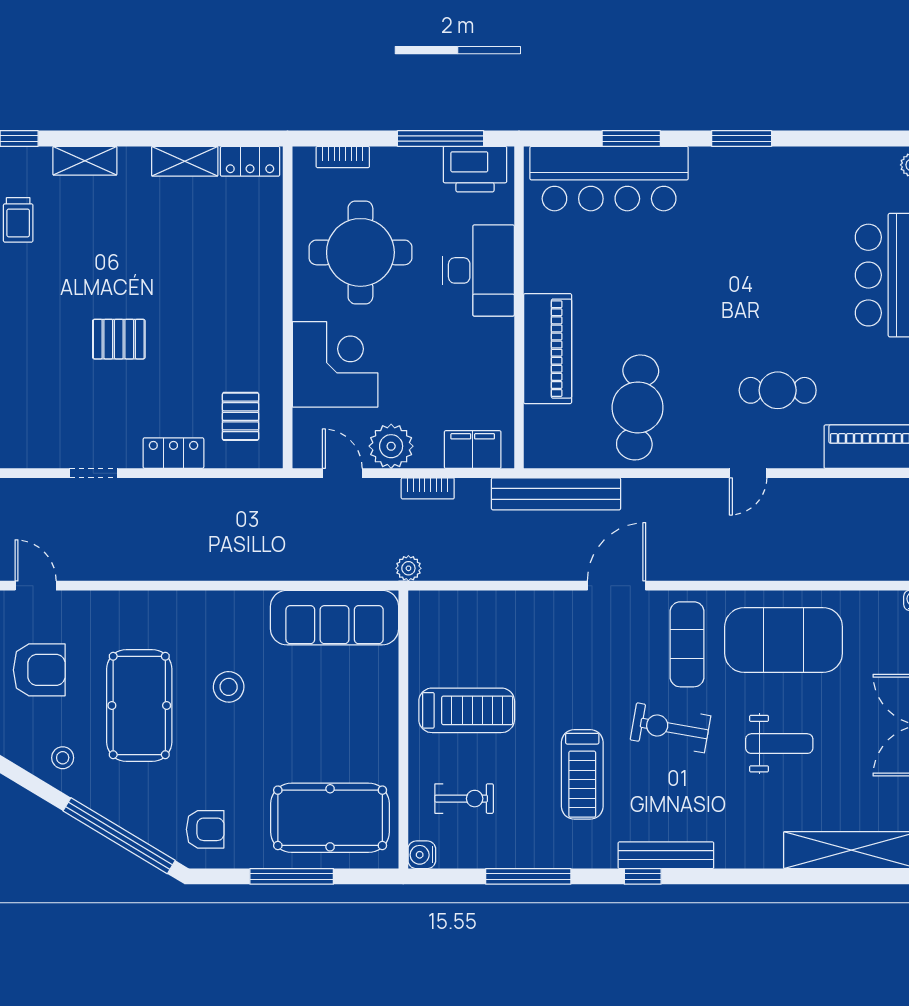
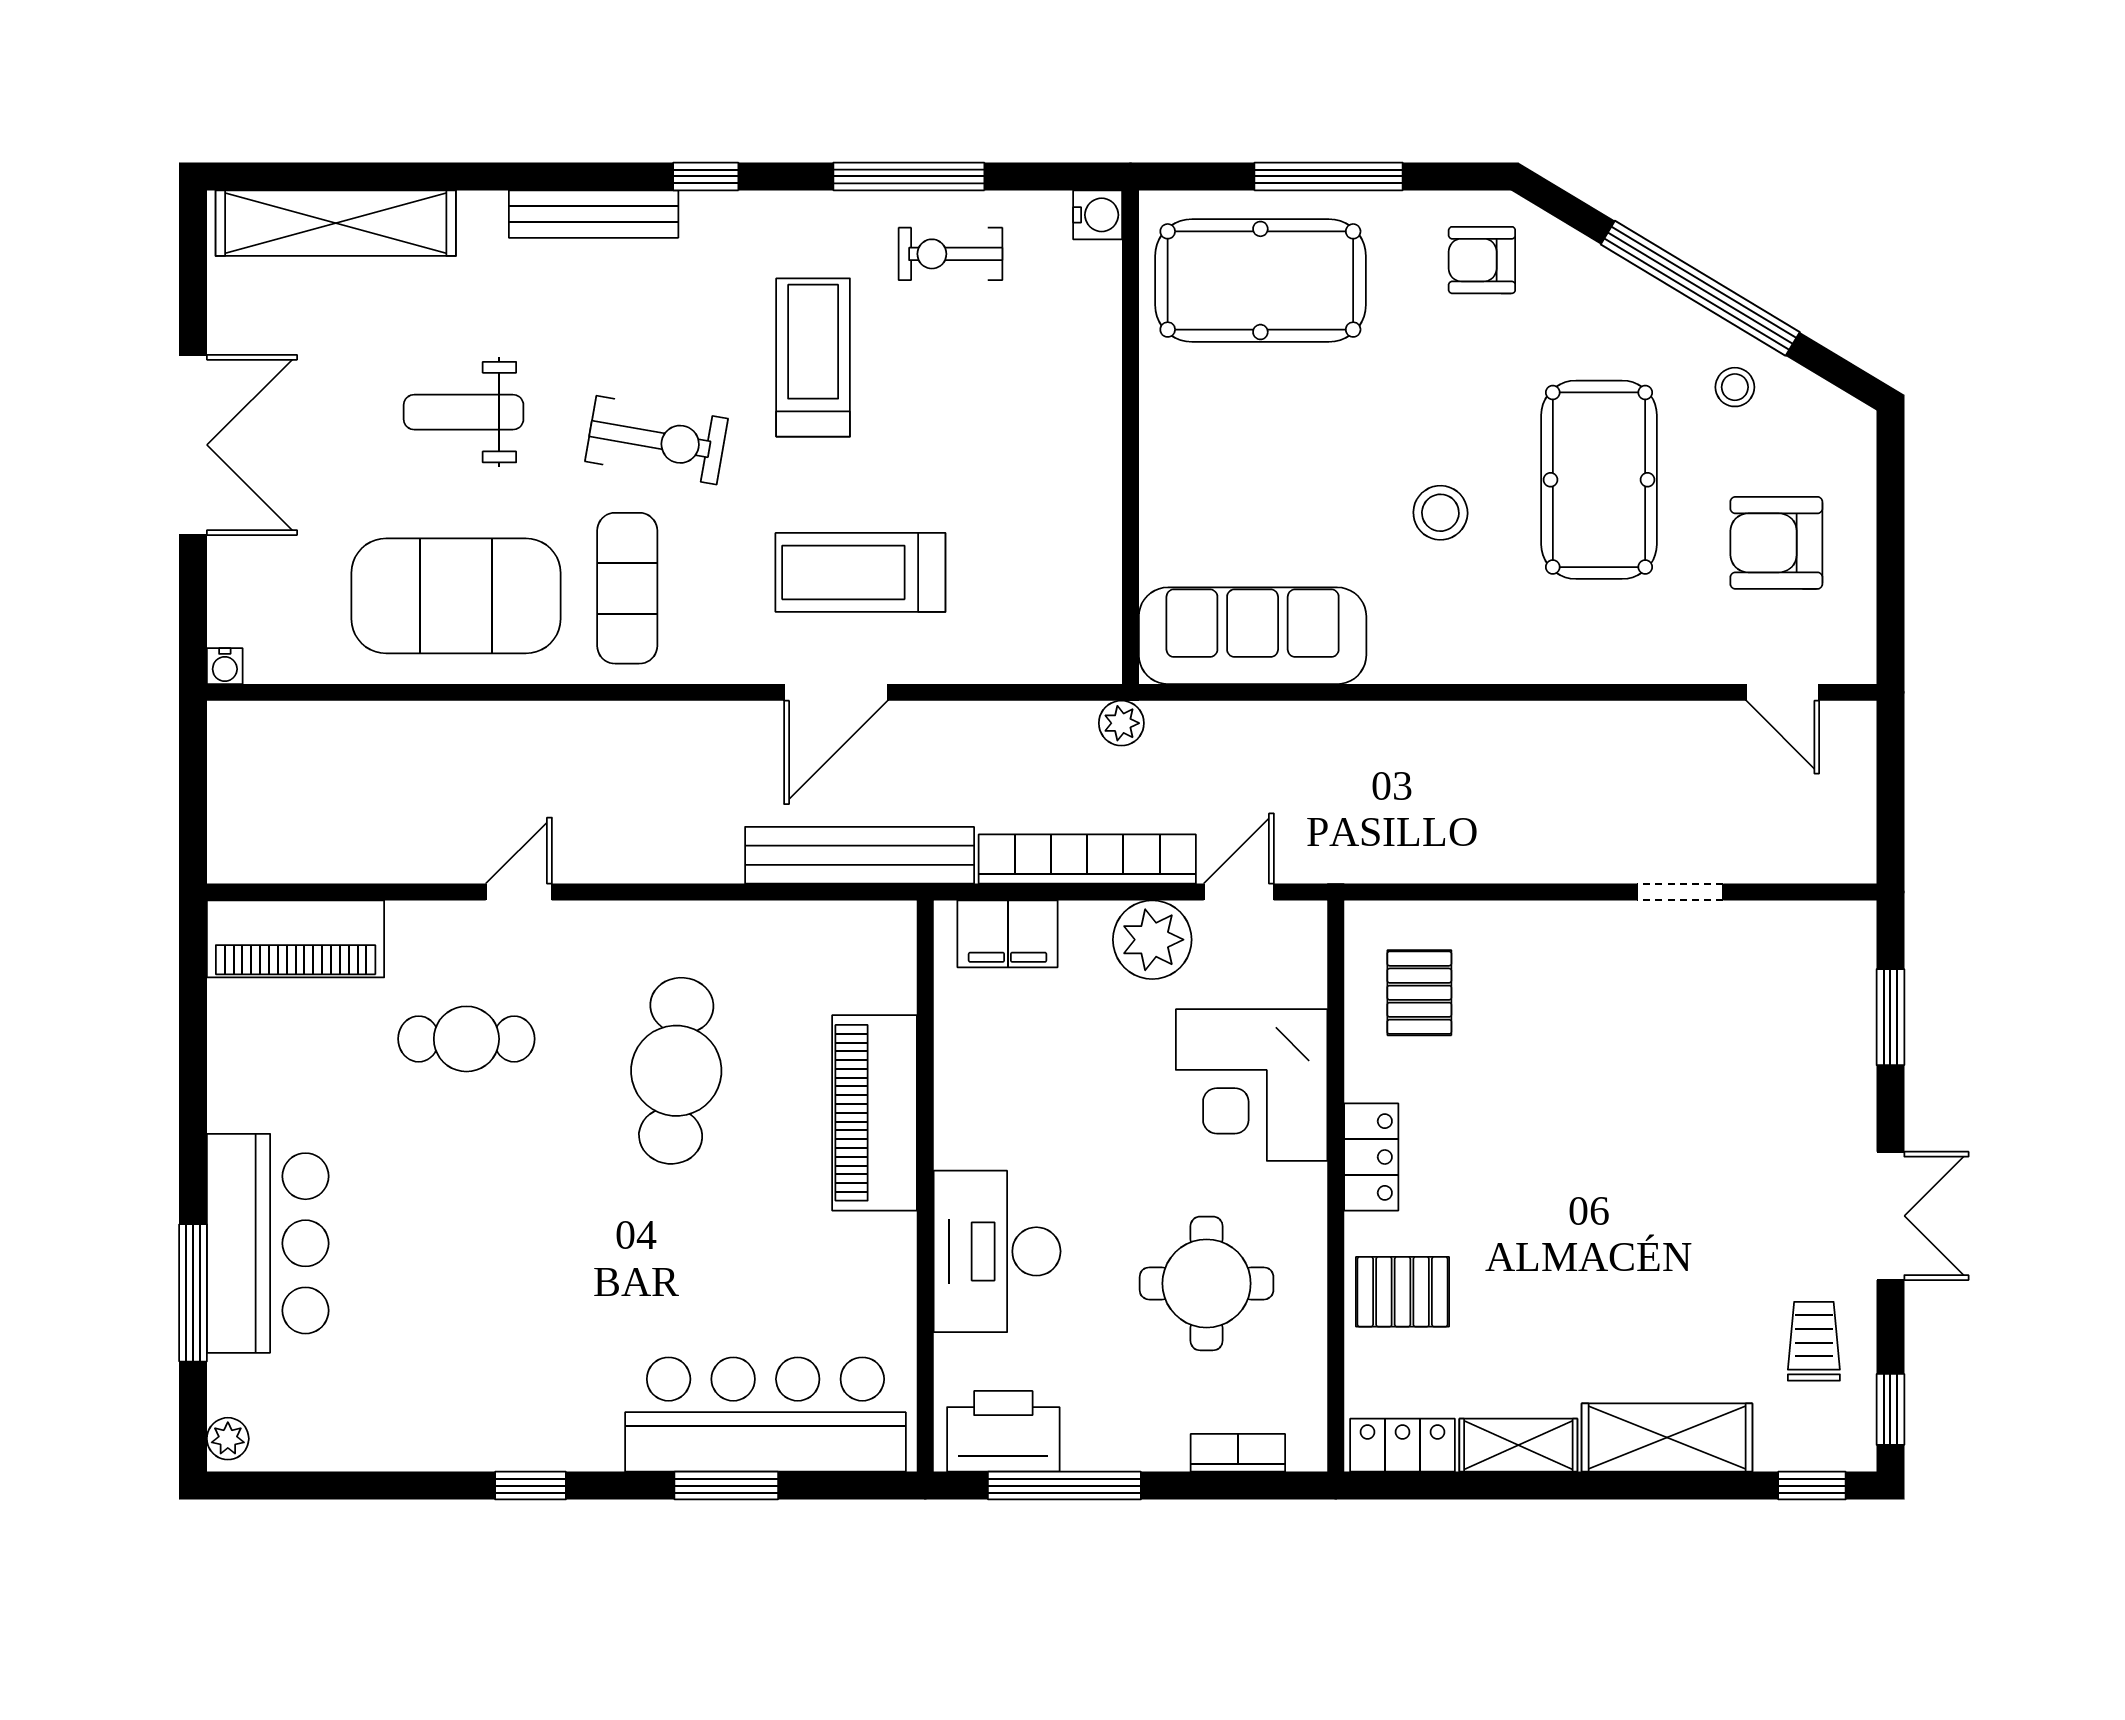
window: (742, 139) -> (530, 1486), width x0.67
shelving: (85, 161) -> (1667, 1438), width x1.50, depth x1.33
round table: (360, 252) -> (1207, 1283), width x0.73, depth x0.73
pallet: (119, 339) -> (1403, 1292), moved
cafe table: (638, 407) -> (676, 1071), moved
locker: (173, 453) -> (1371, 1157), moved, turned -90
door: (342, 473) -> (1239, 892), swing flipped
bookcase: (428, 488) -> (1087, 859), width x2.31, depth x1.31
door: (617, 586) -> (836, 692), moved
treadmill: (467, 710) -> (860, 572), moved
exercise bike: (464, 799) -> (951, 254), moved
window: (119, 836) -> (1700, 288), moved
bench: (666, 855) -> (594, 214), moved

